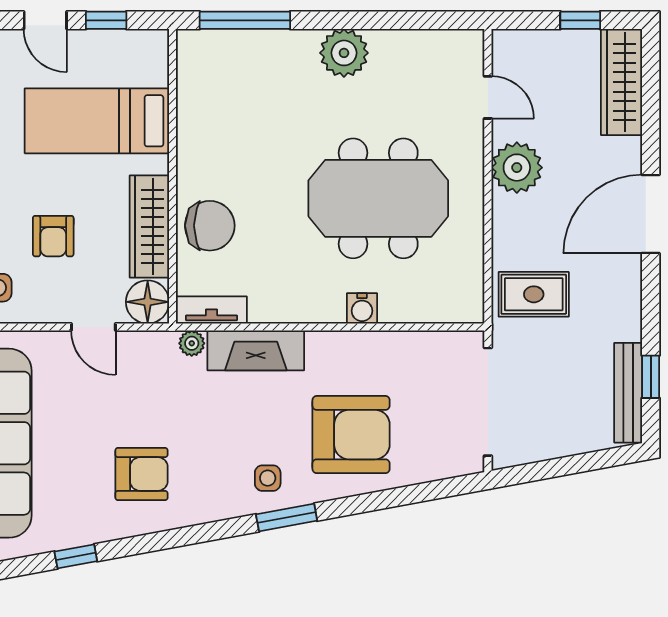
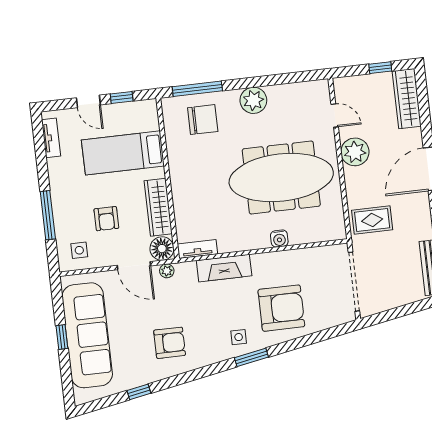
meeting table: (378, 198) -> (281, 177), width x1.36
chair: (210, 226) -> (203, 120), moved
door: (93, 327) -> (134, 266), width x1.38
plant: (192, 343) -> (167, 271), moved

